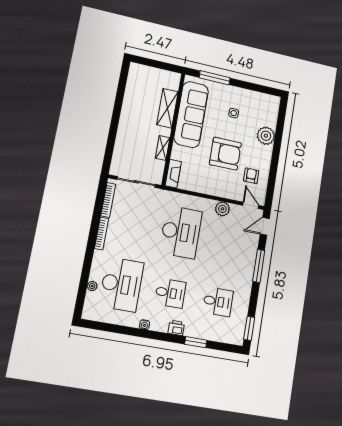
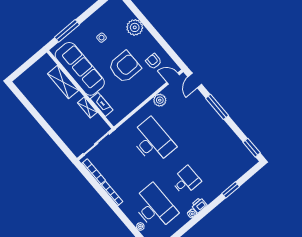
fireplace: (173, 174) -> (102, 104), moved
desk: (218, 302) -> (217, 154), removed
printer: (176, 328) -> (199, 205), moved

